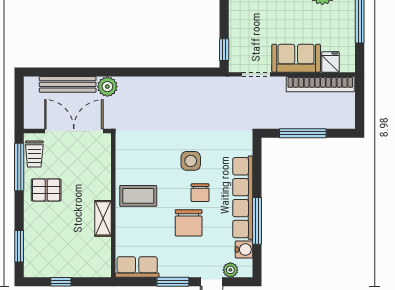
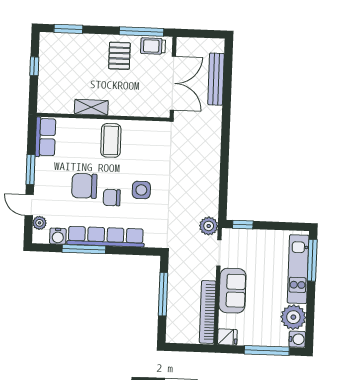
fridge: (330, 62) -> (227, 337), moved
plant: (107, 87) -> (209, 226), moved

